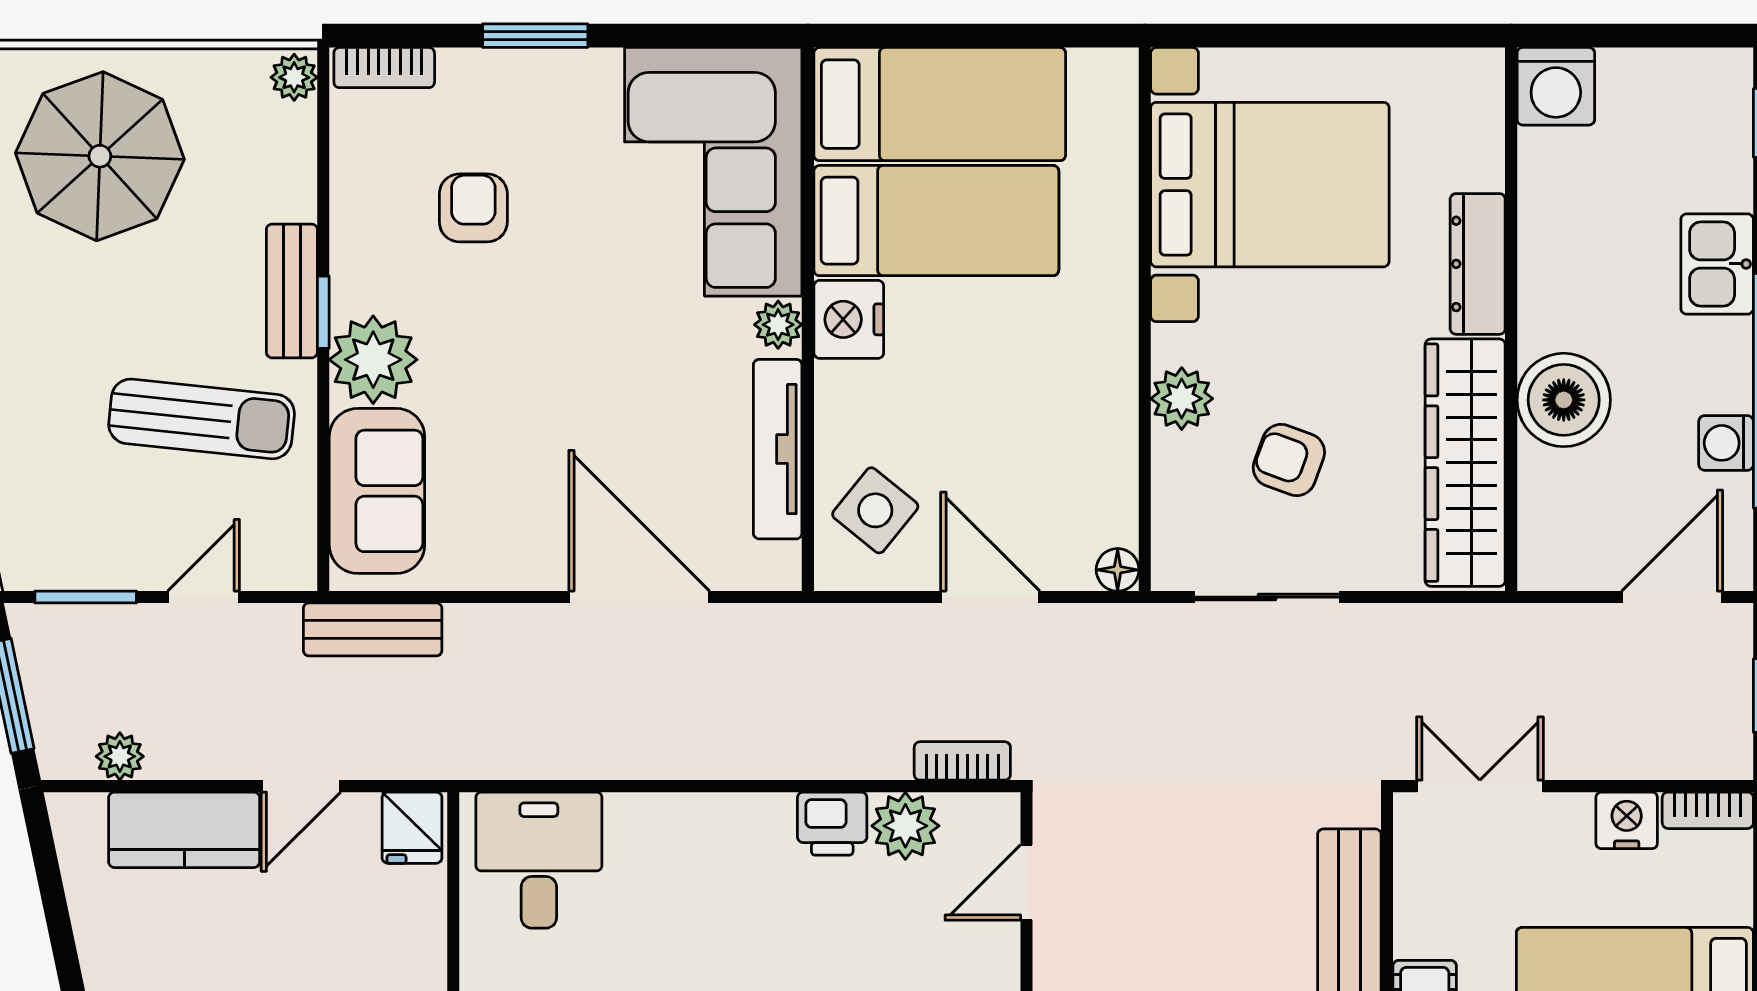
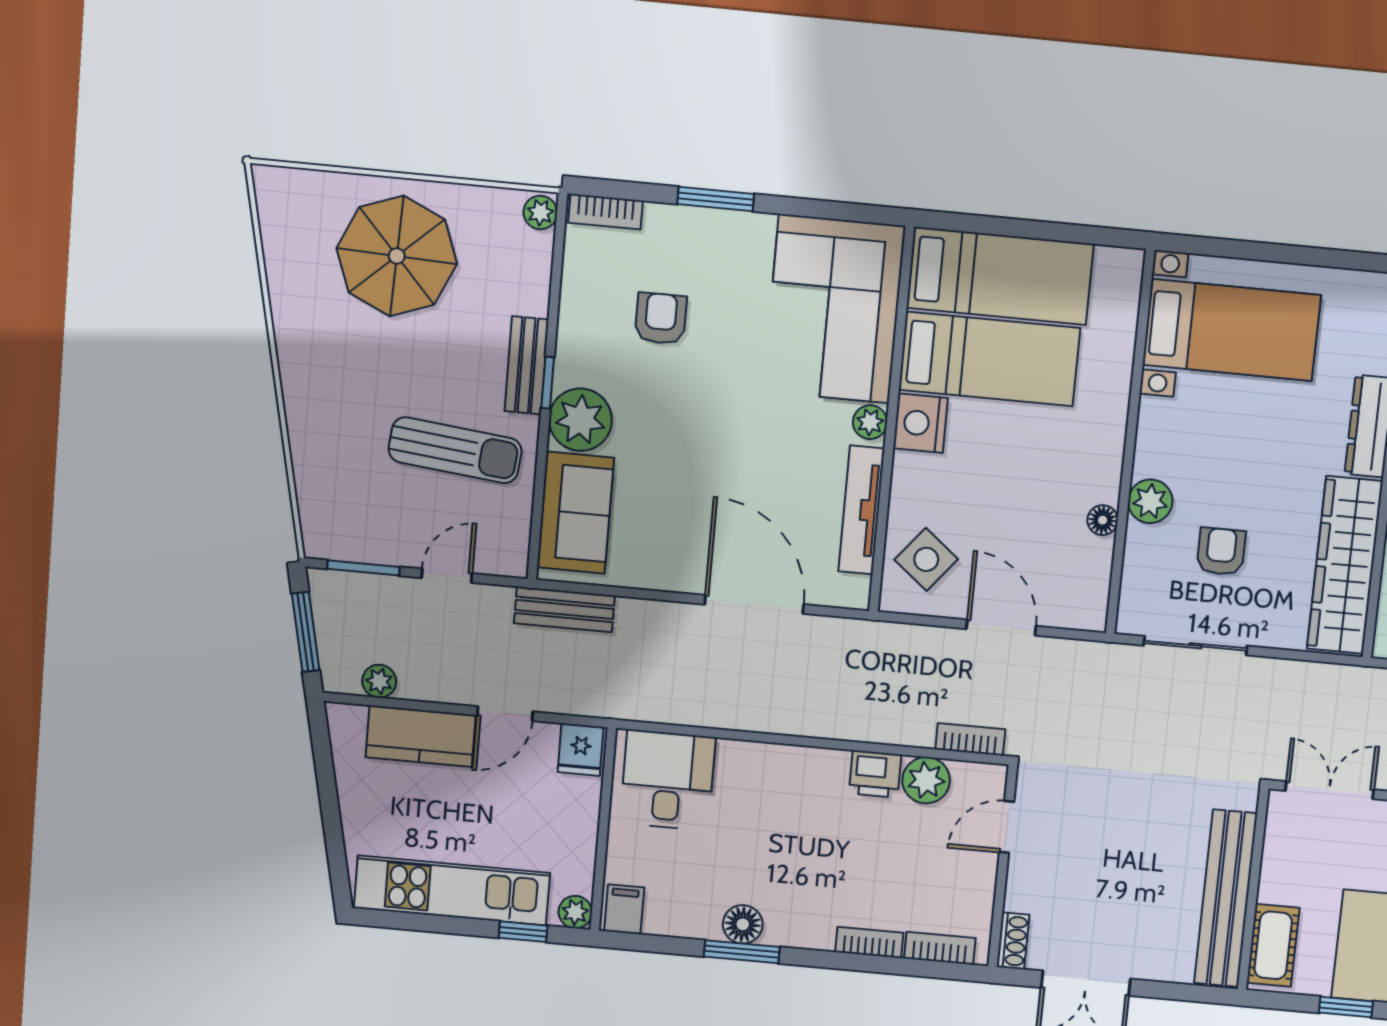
bed with nightstands: (1270, 185) -> (1232, 330), width x0.73
armchair: (1289, 460) -> (1221, 552), turned 70
floor lamp: (1118, 570) -> (1103, 520), moved

